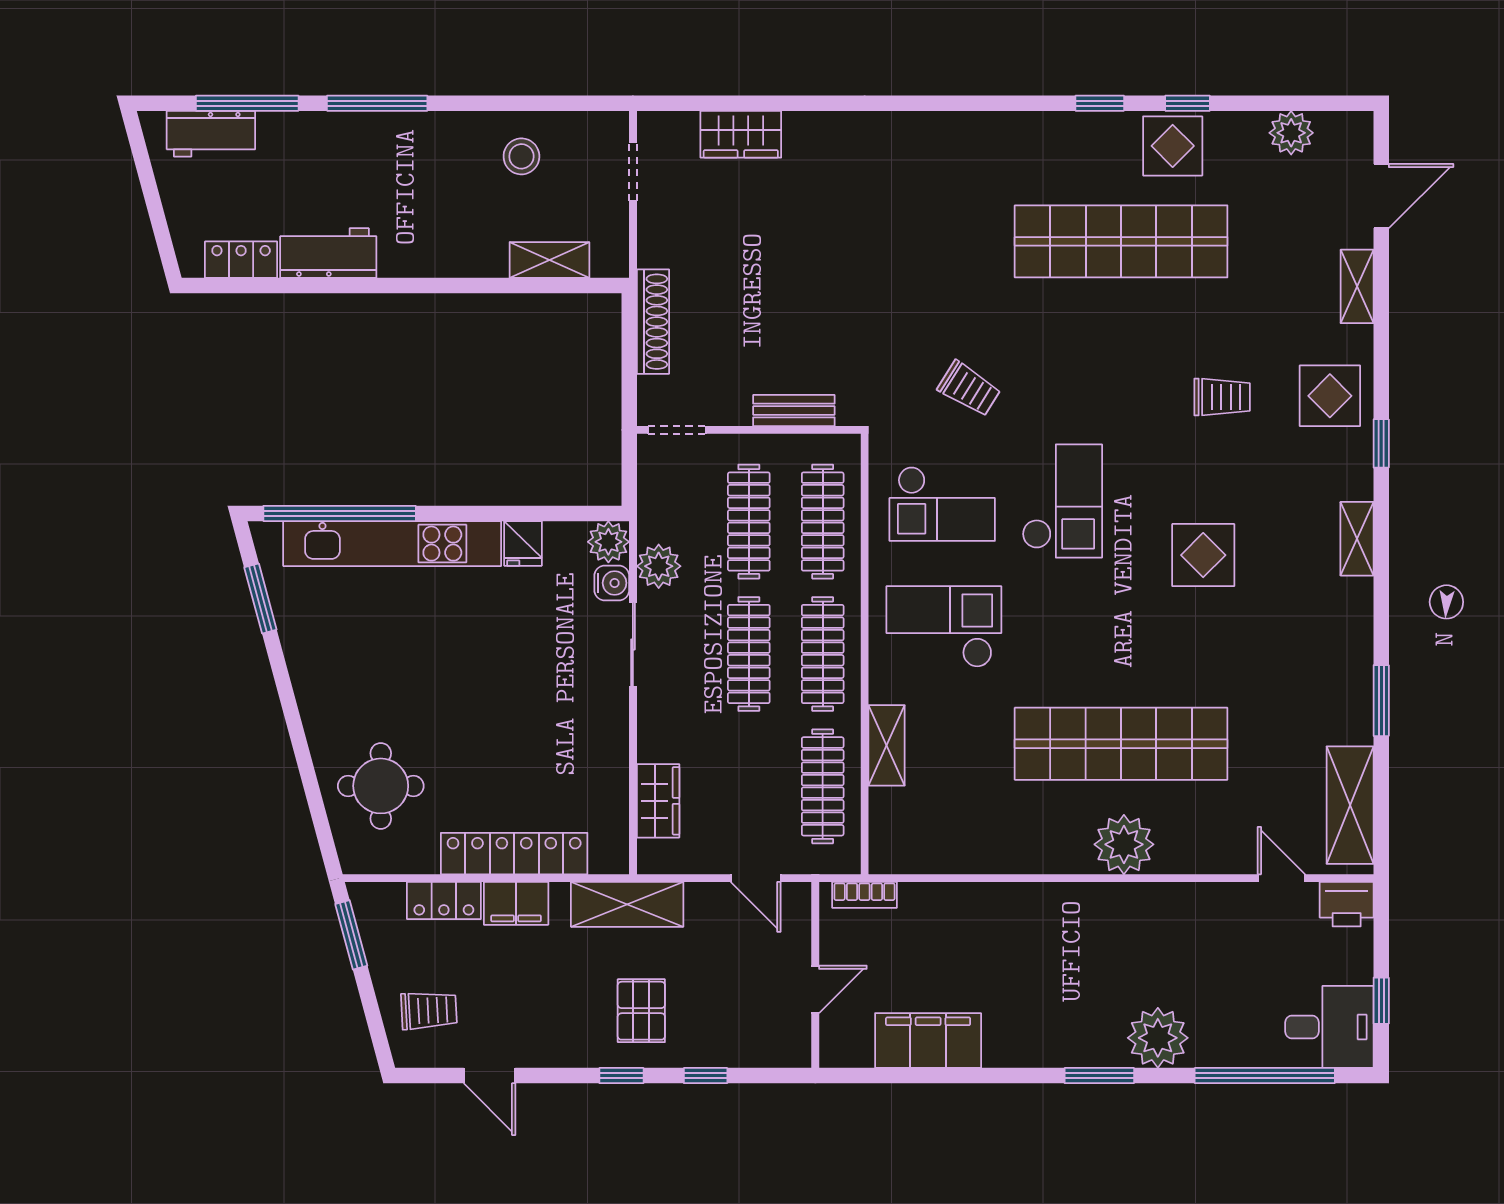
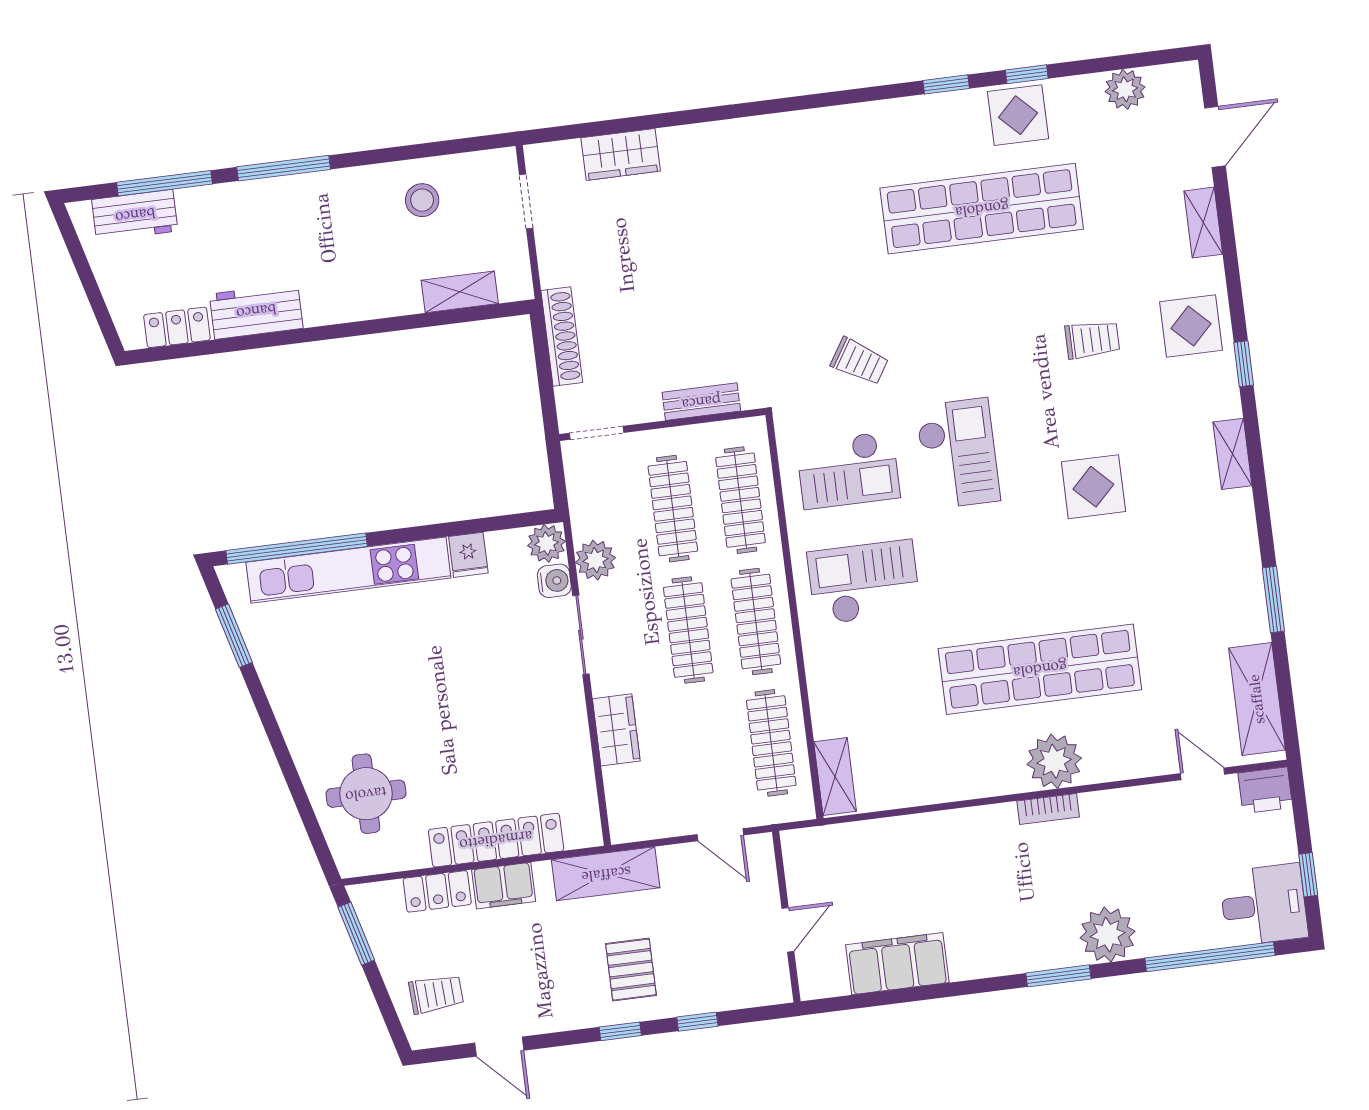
shelving: (887, 745) -> (835, 777), moved
wardrobe: (658, 801) -> (616, 730), moved
bookcase: (864, 895) -> (1048, 809), moved

